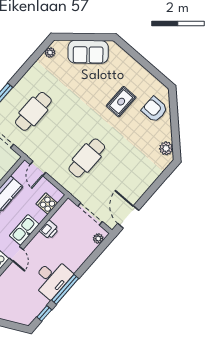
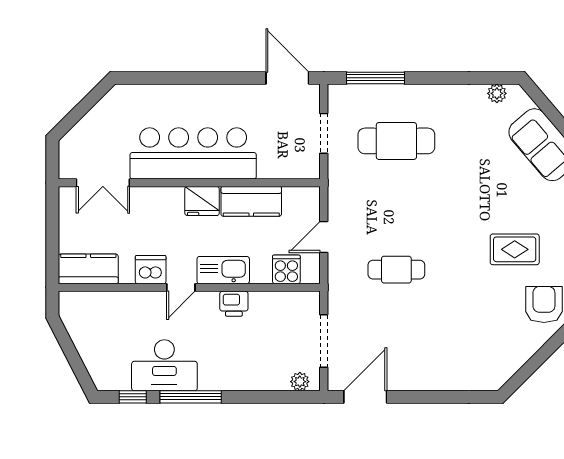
plant: (166, 148) -> (504, 367), removed
cafe table: (87, 158) -> (396, 270), width x0.73, depth x0.74
door: (38, 168) -> (324, 237), moved
printer: (49, 230) -> (234, 304), moved
desk: (52, 278) -> (164, 365), moved

